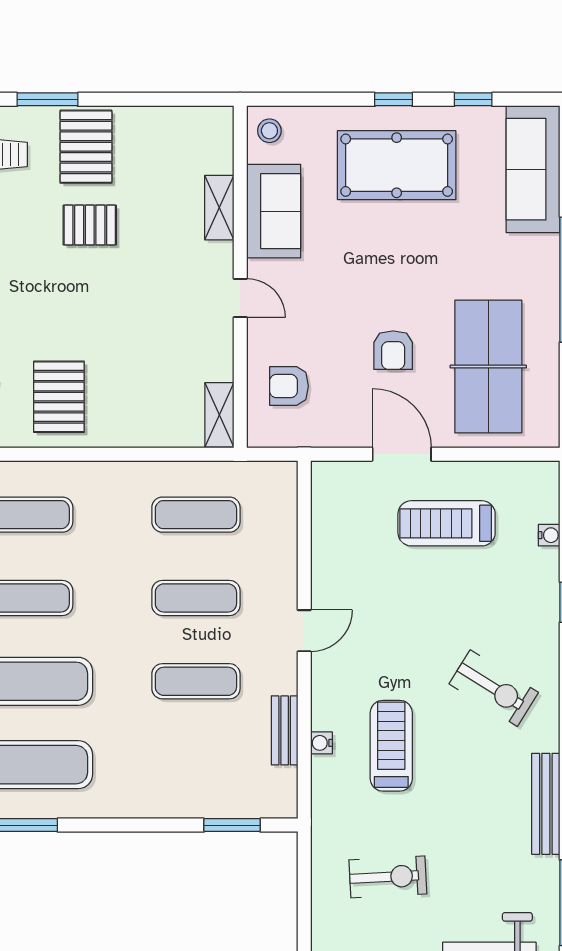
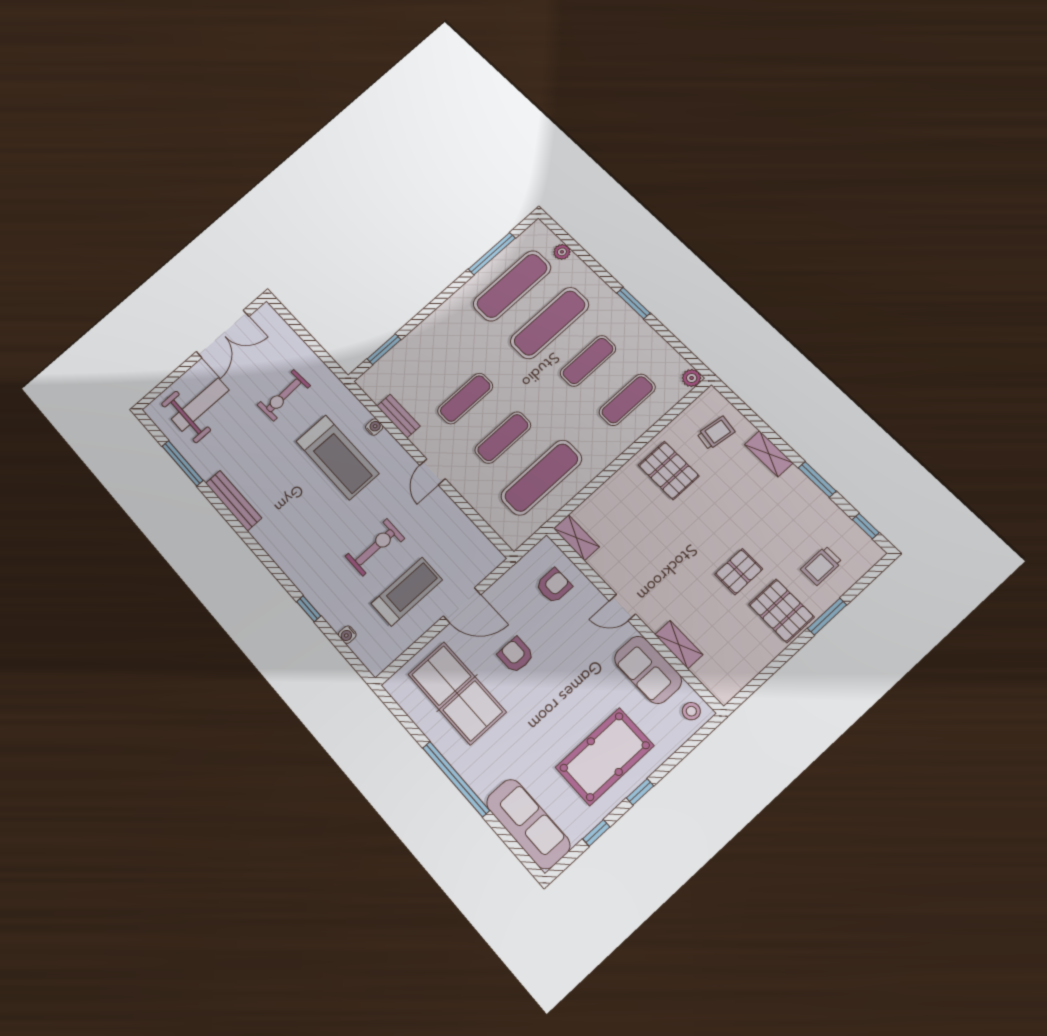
exercise mat: (196, 515) -> (541, 478), width x1.36, depth x1.45
exercise bike: (494, 688) -> (375, 547), moved, turned 148
treadmill: (391, 746) -> (337, 457), width x1.37, depth x1.38

